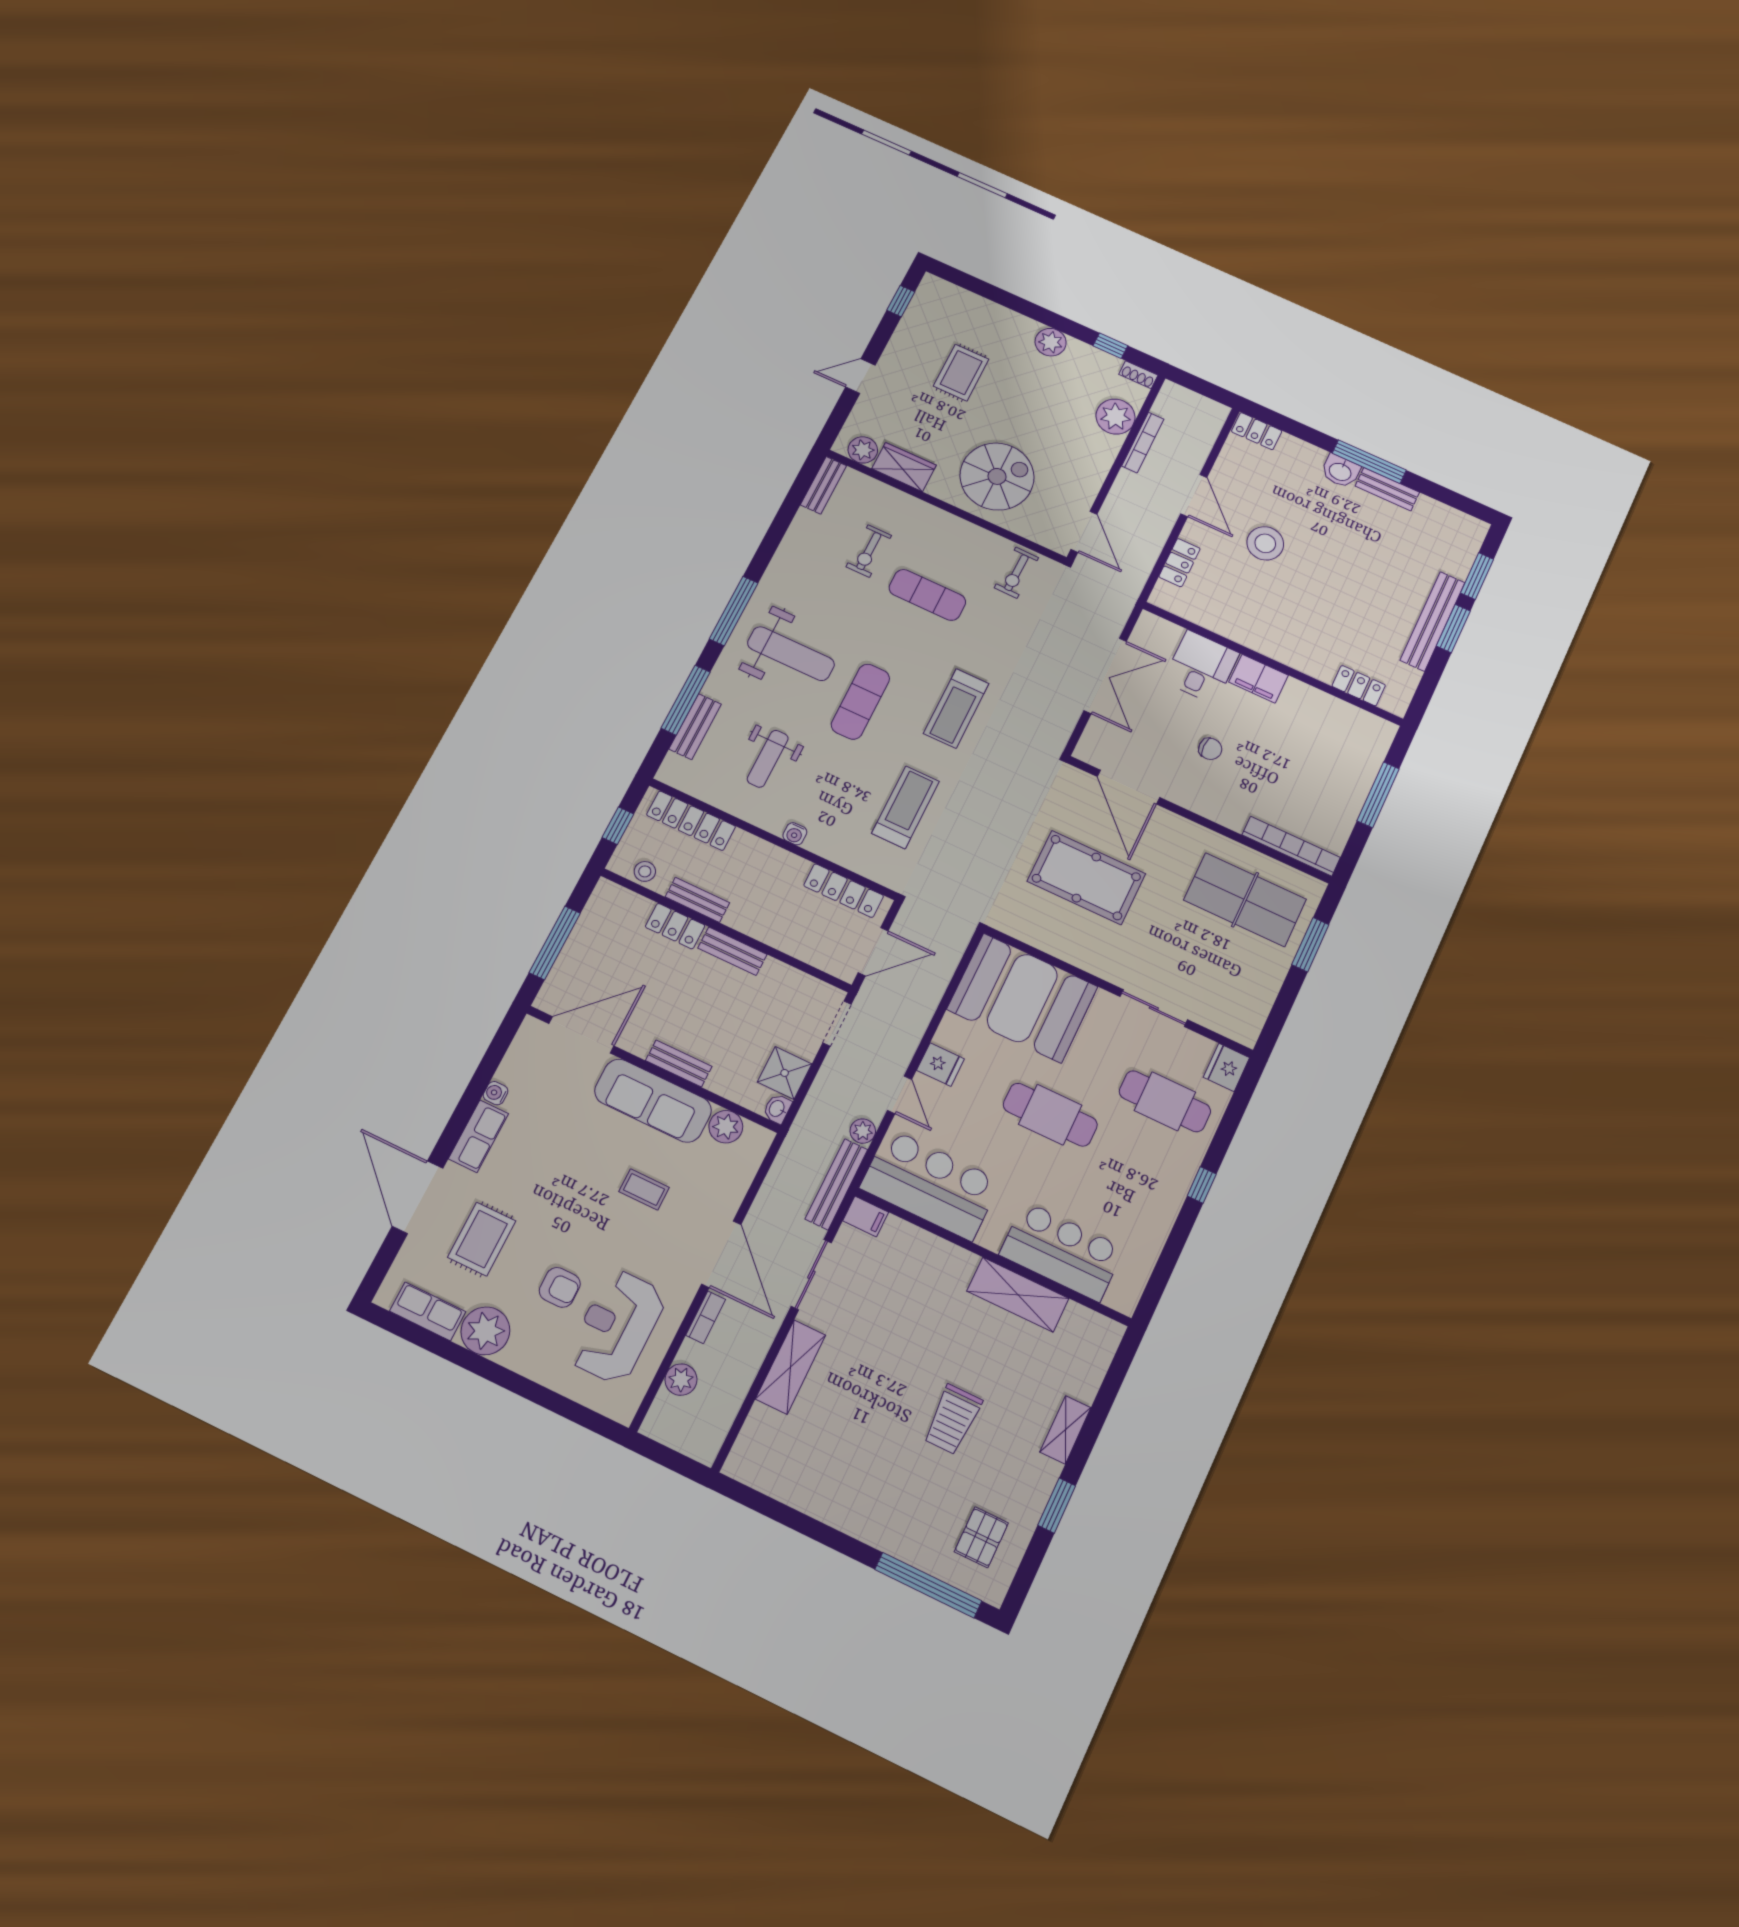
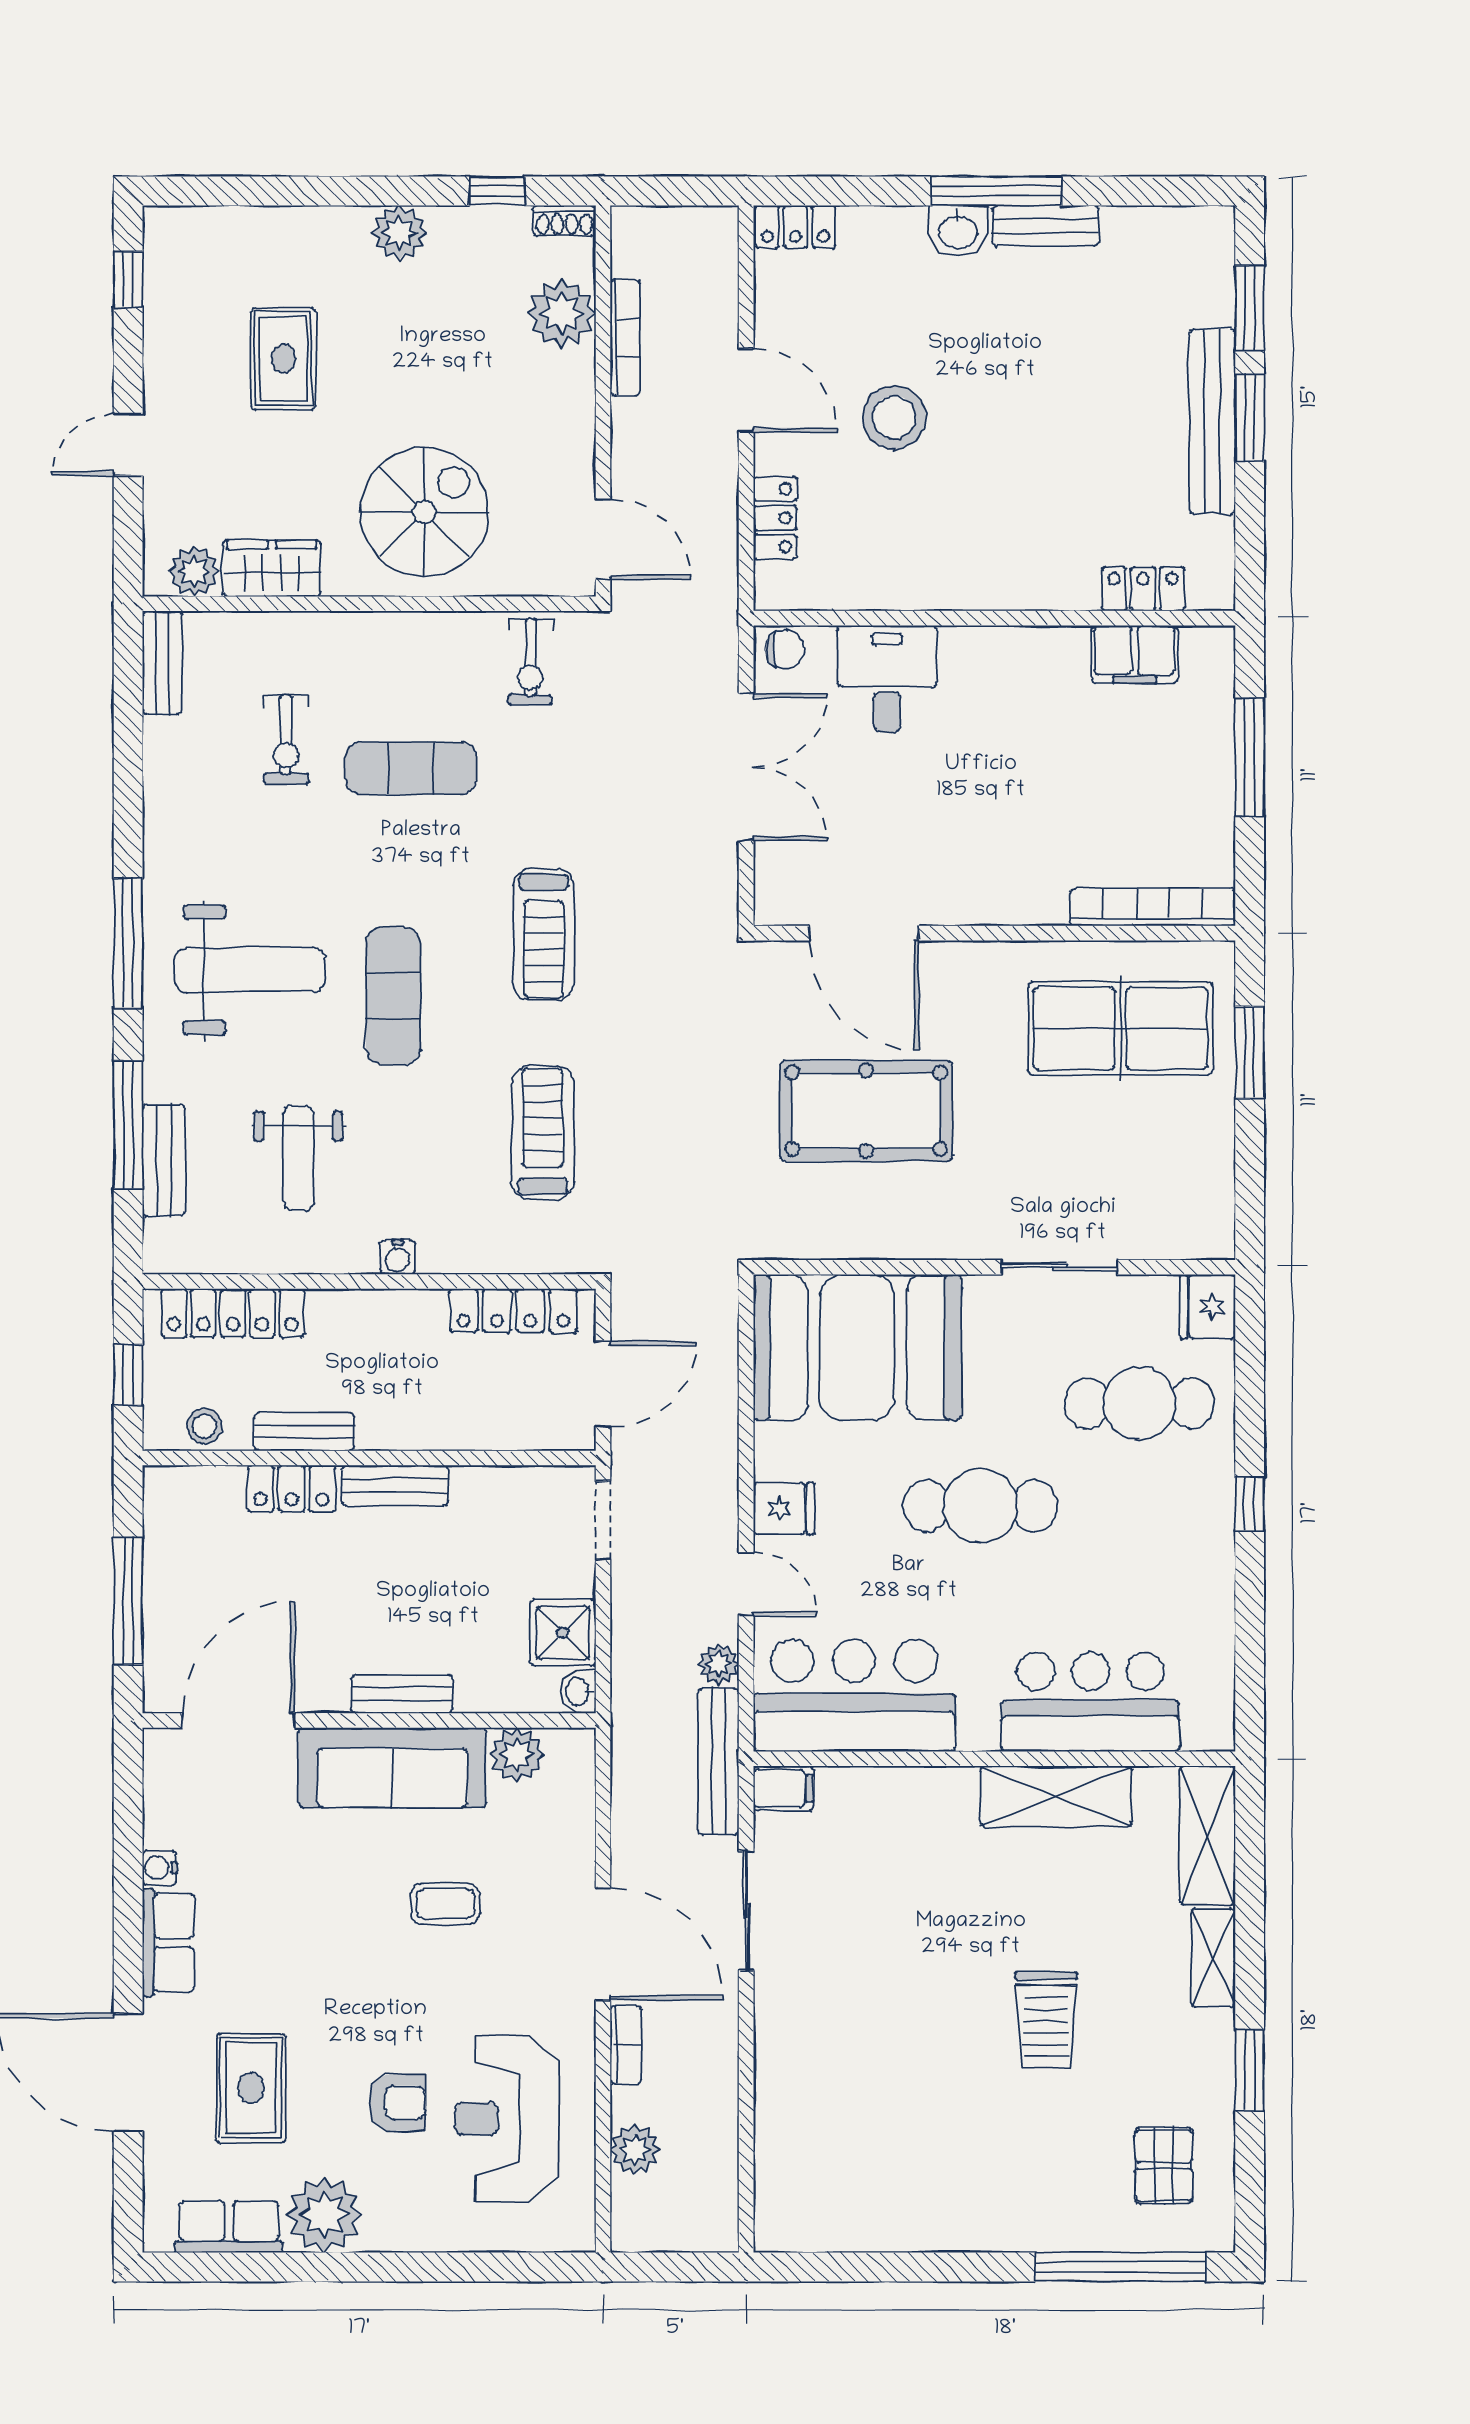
filing cabinet: (1259, 679) -> (1135, 654), moved
chair: (1210, 749) -> (785, 649), moved
shelving: (791, 1367) -> (1207, 1835), moved

